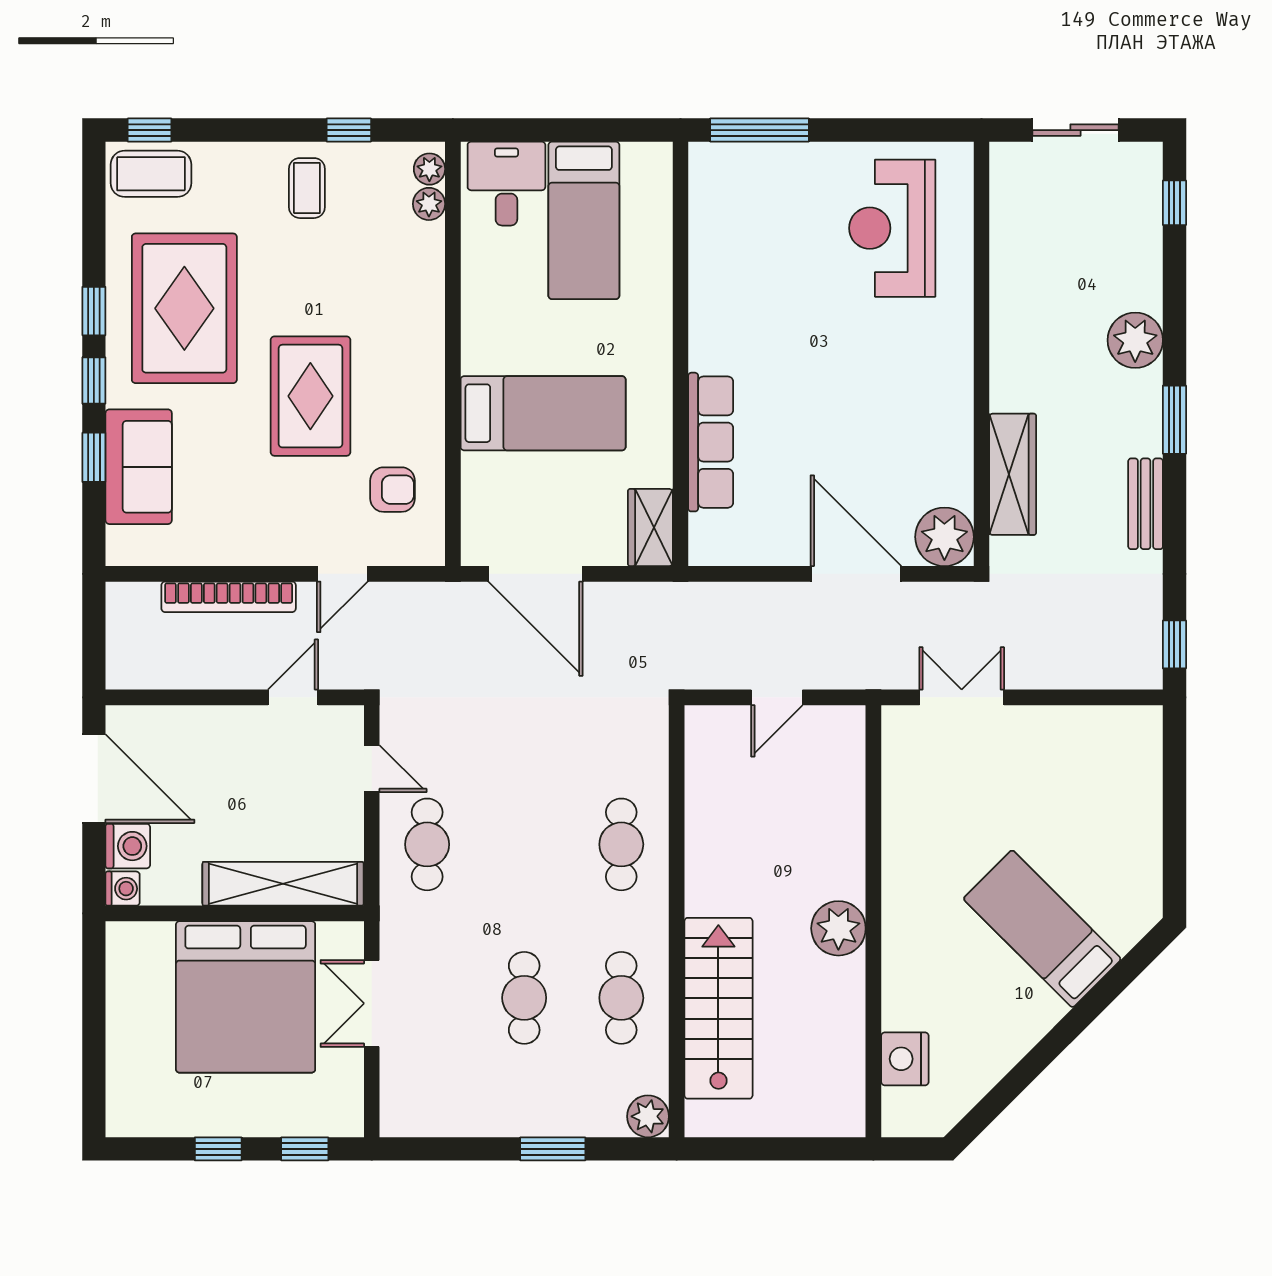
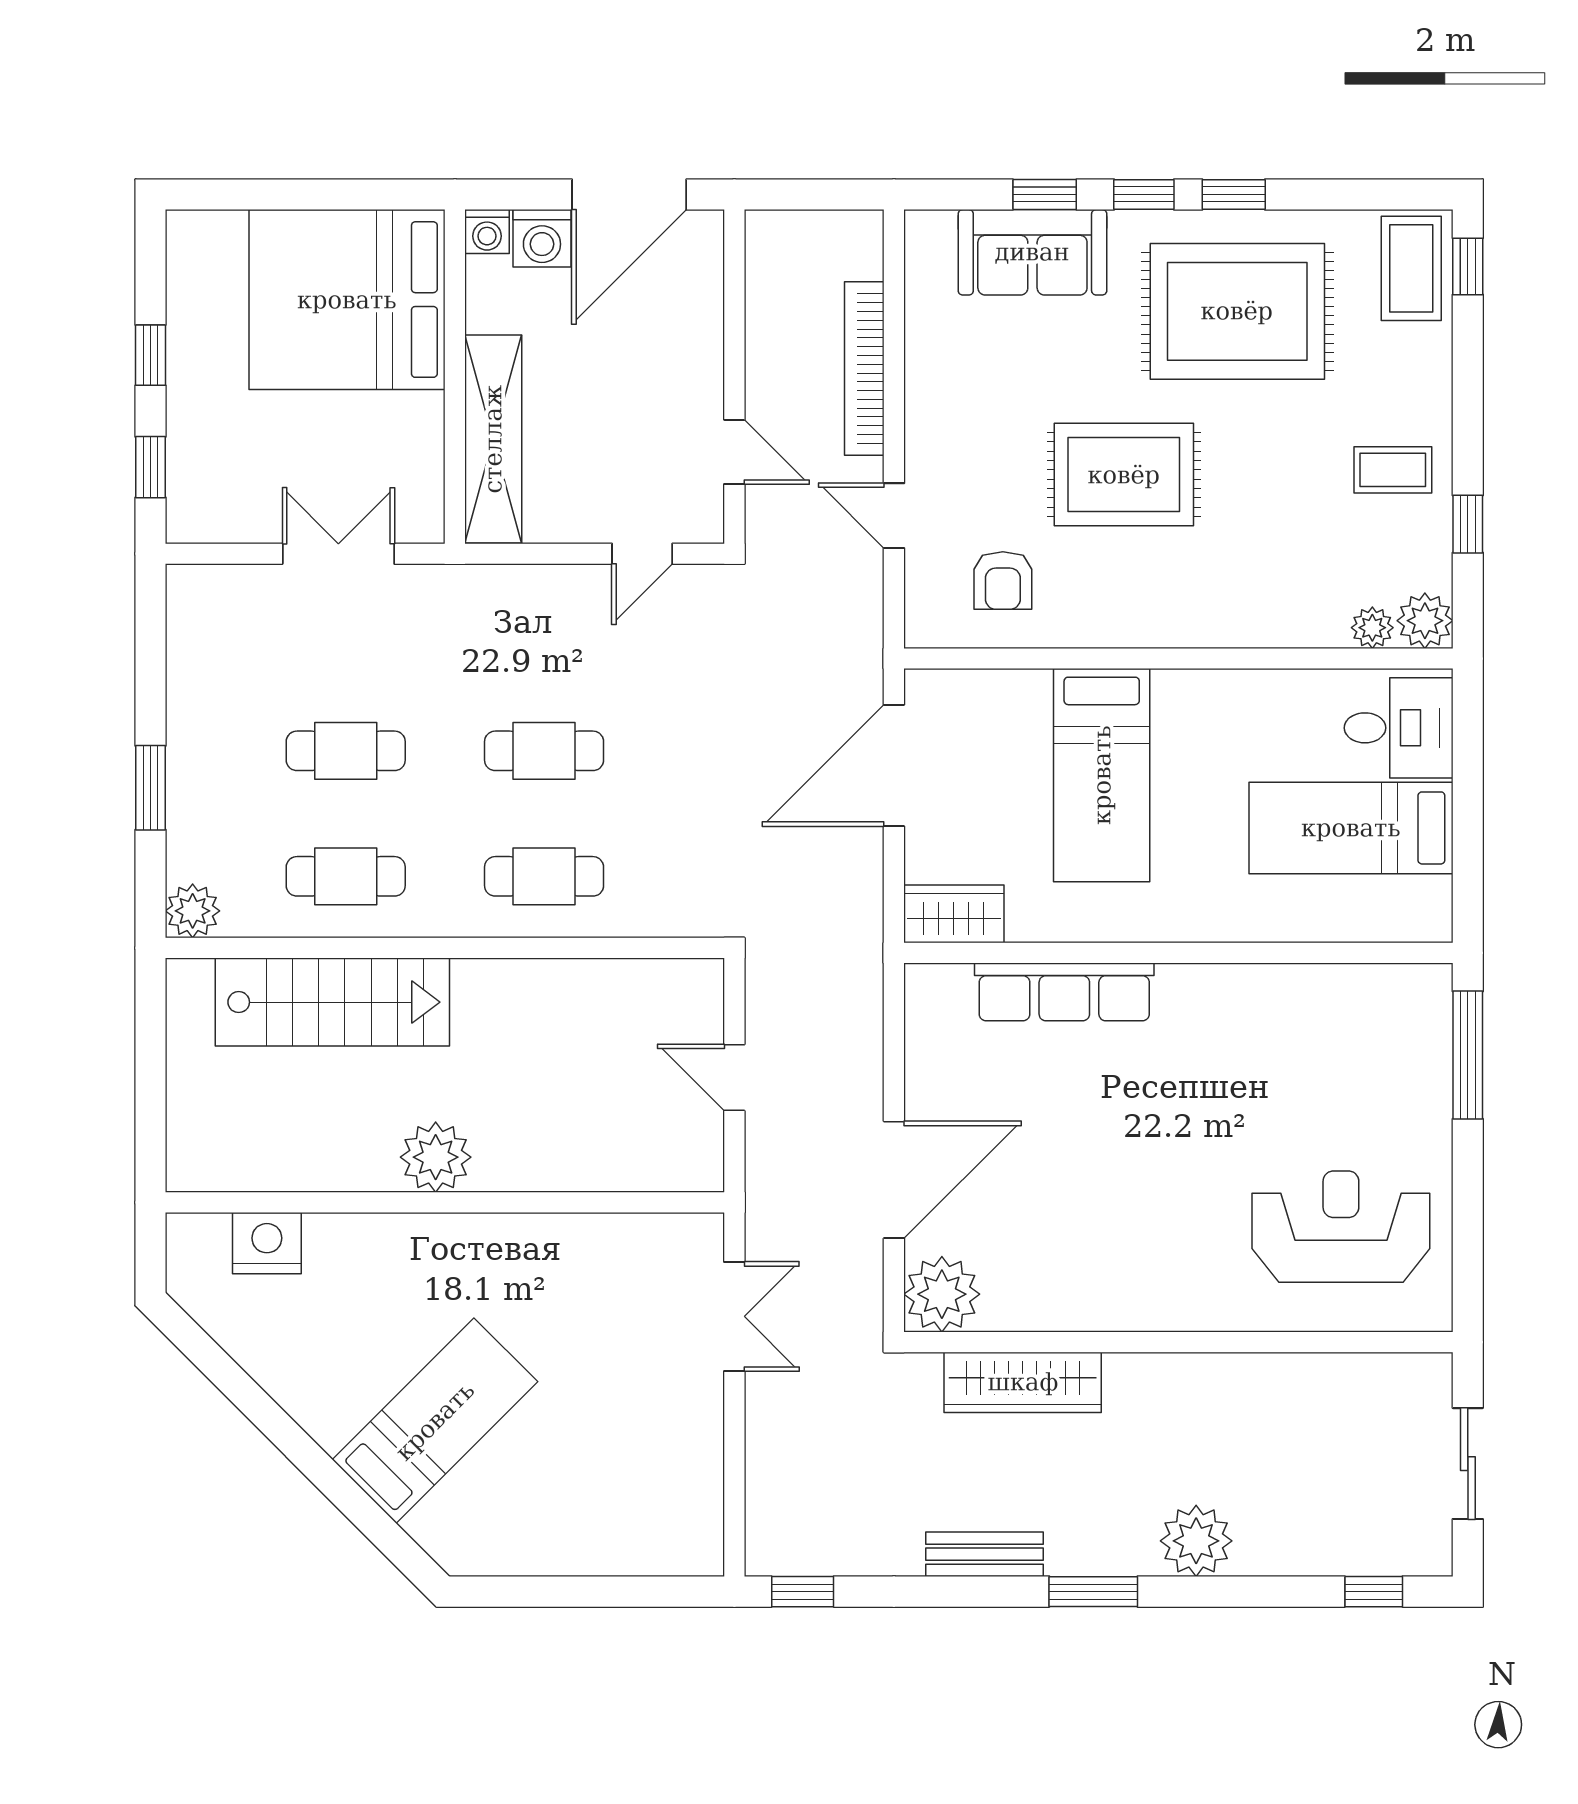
plant: (429, 169) -> (1425, 621), width x1.38, depth x1.38
cafe table: (427, 844) -> (544, 751), moved
bed: (246, 997) -> (347, 300), moved

